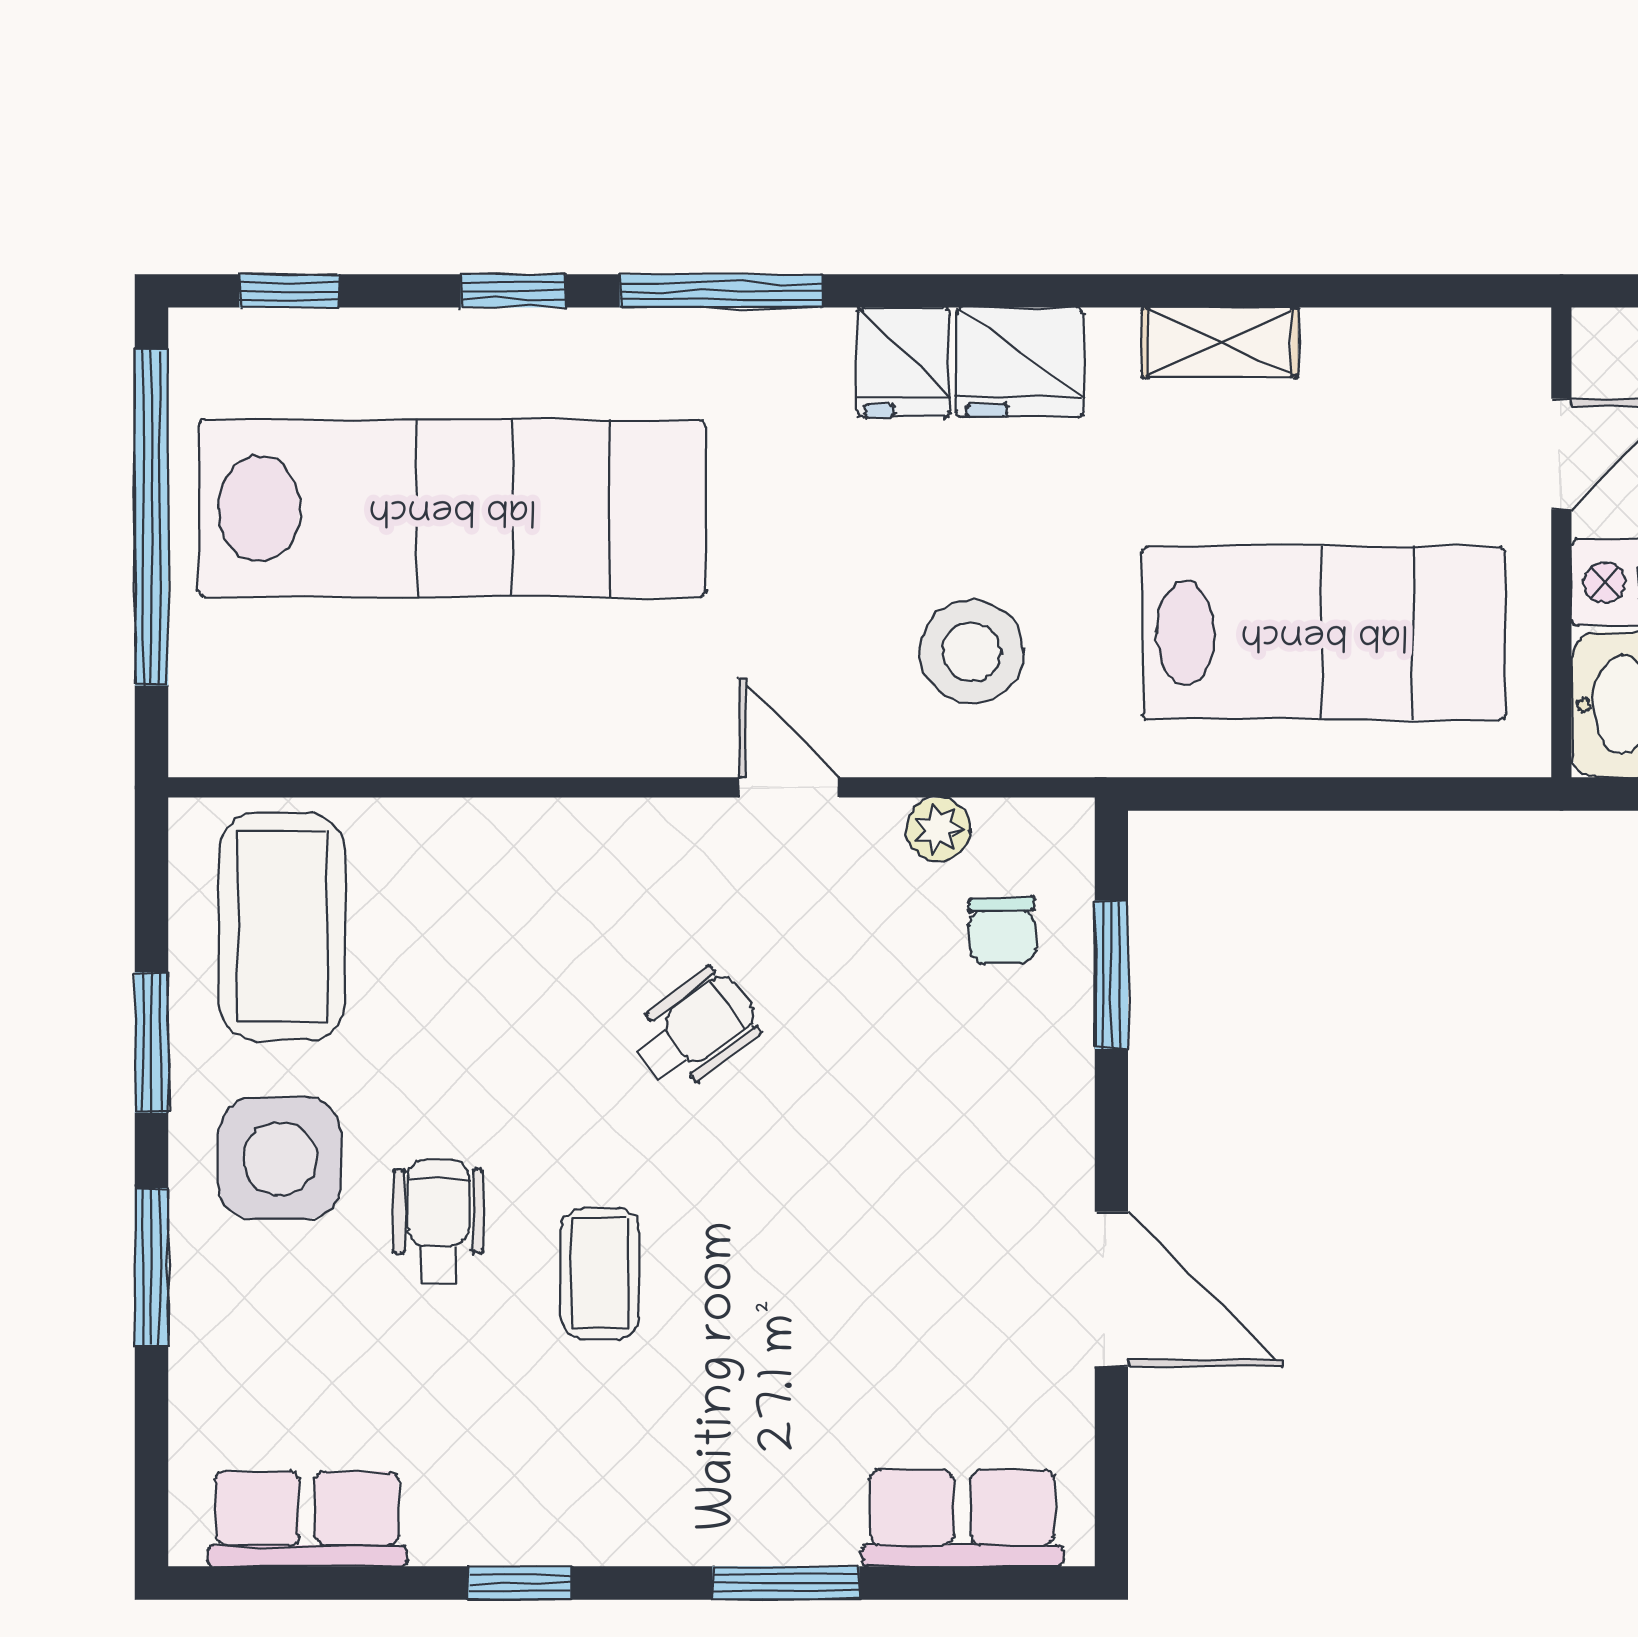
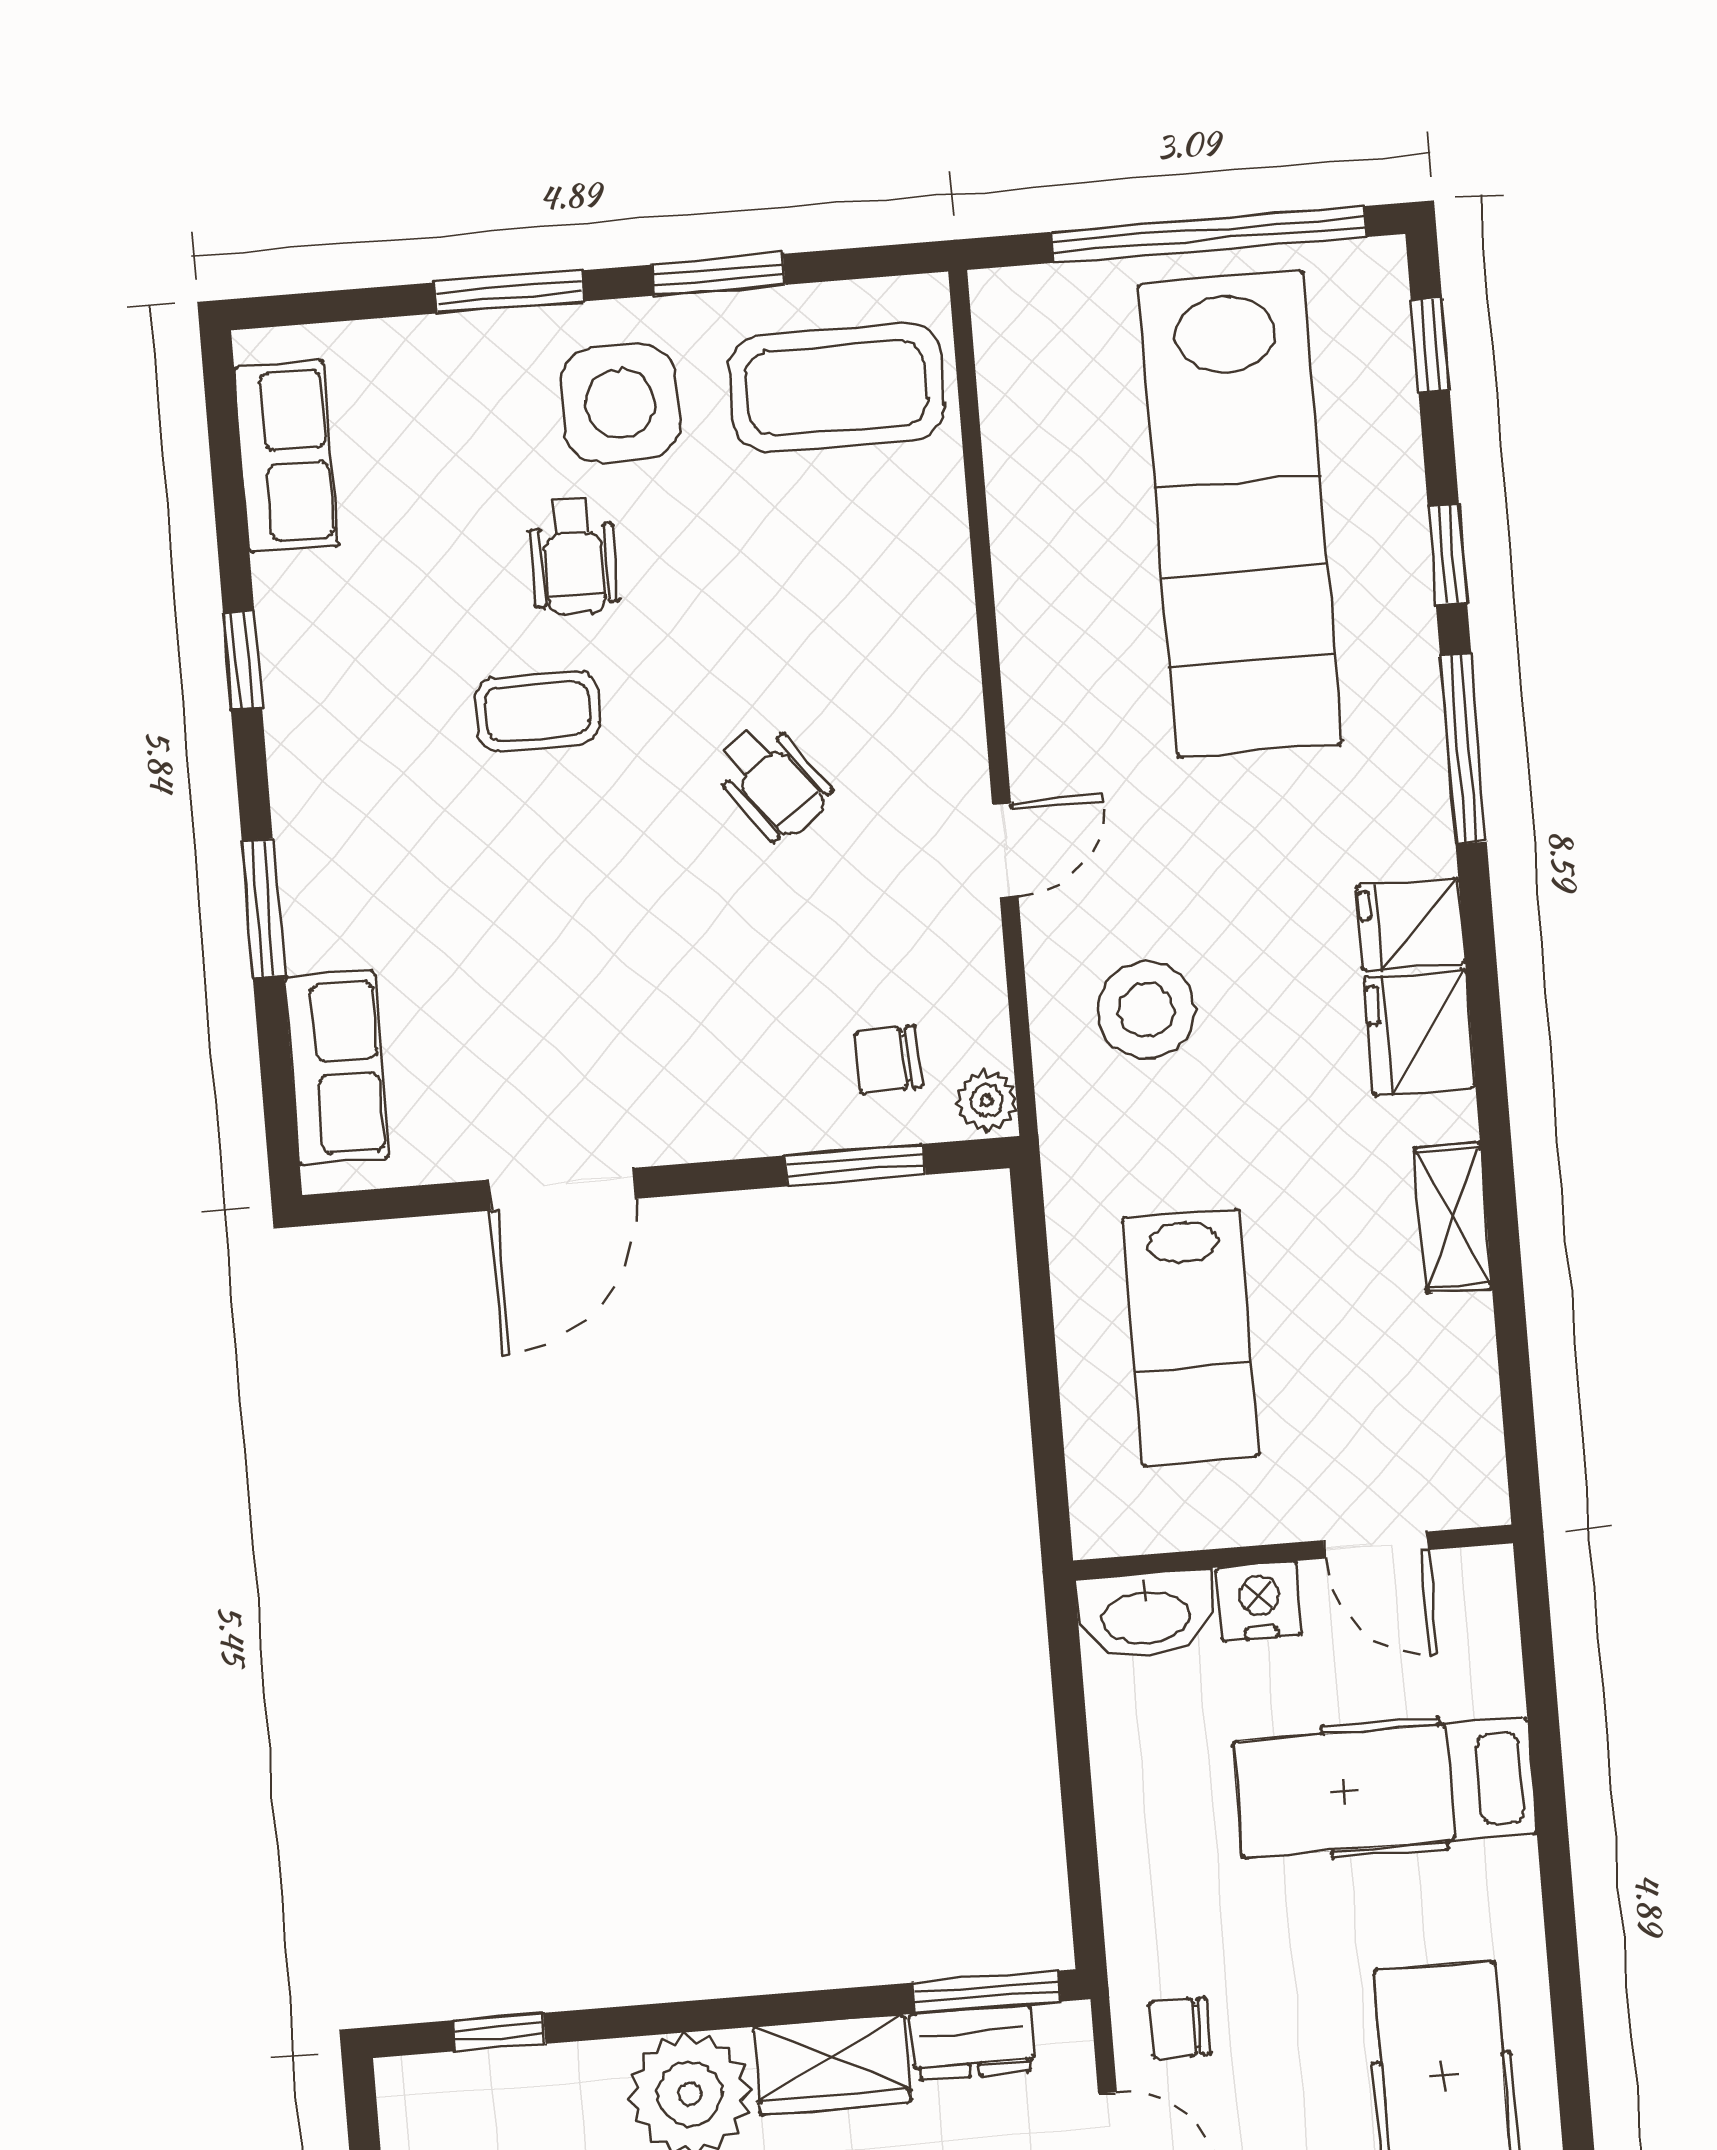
lab bench: (1324, 633) -> (1190, 1337), width x0.73, depth x0.72
plant: (938, 829) -> (987, 1101), moved
wheelchair: (439, 1221) -> (574, 556), turned 90

